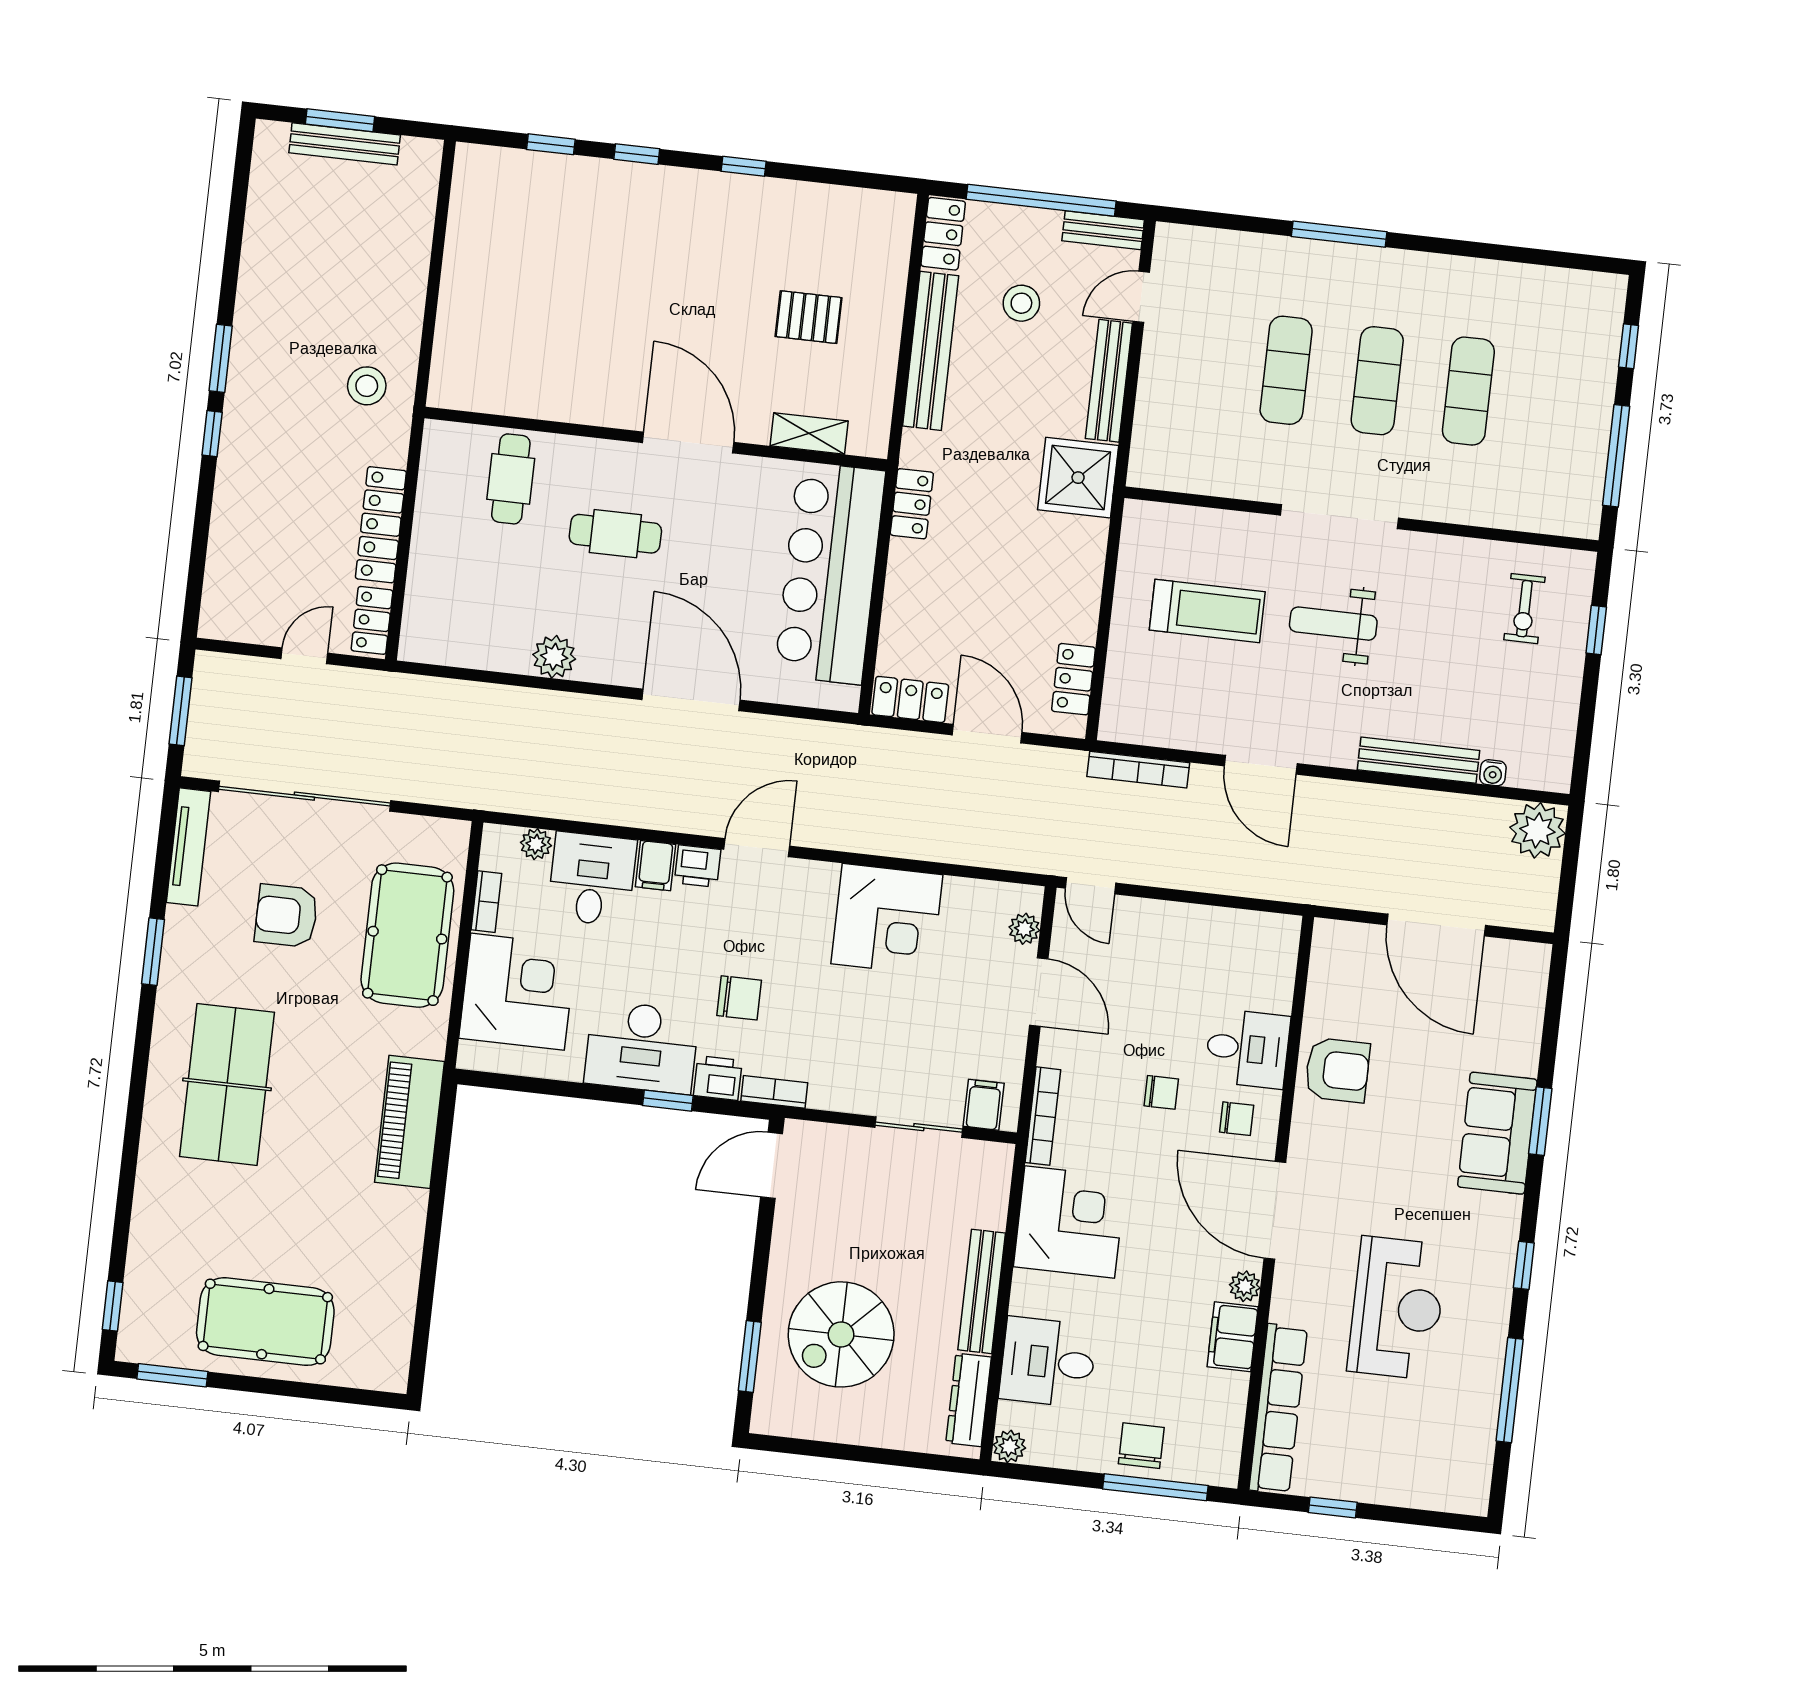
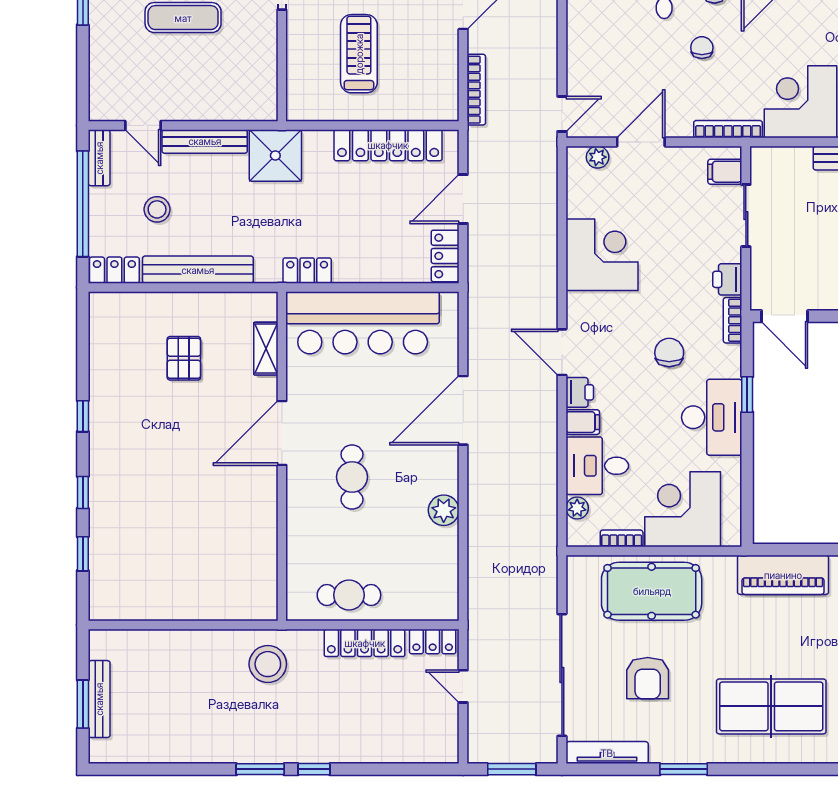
stool: (367, 386) -> (268, 664), width x1.38, depth x1.38
cafe table: (511, 479) -> (349, 595), moved
locker: (1074, 679) -> (388, 145), width x2.16, depth x1.21
printer: (718, 1078) -> (727, 279), moved

